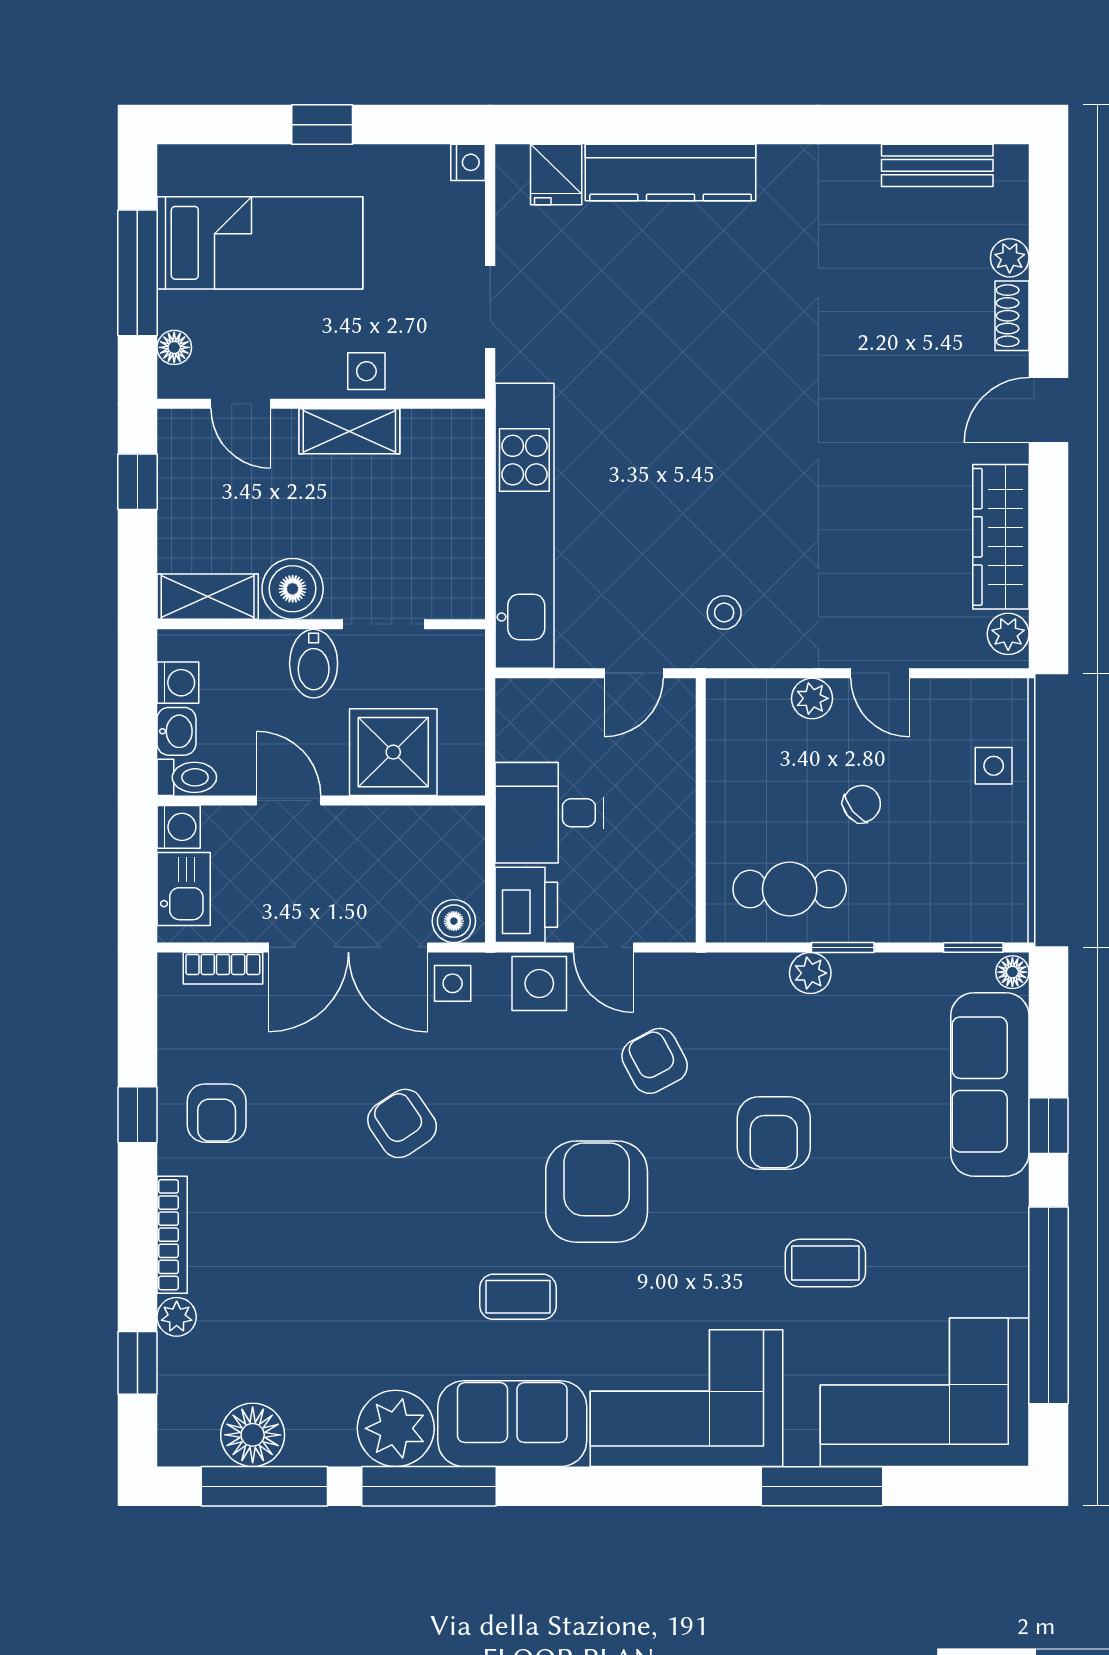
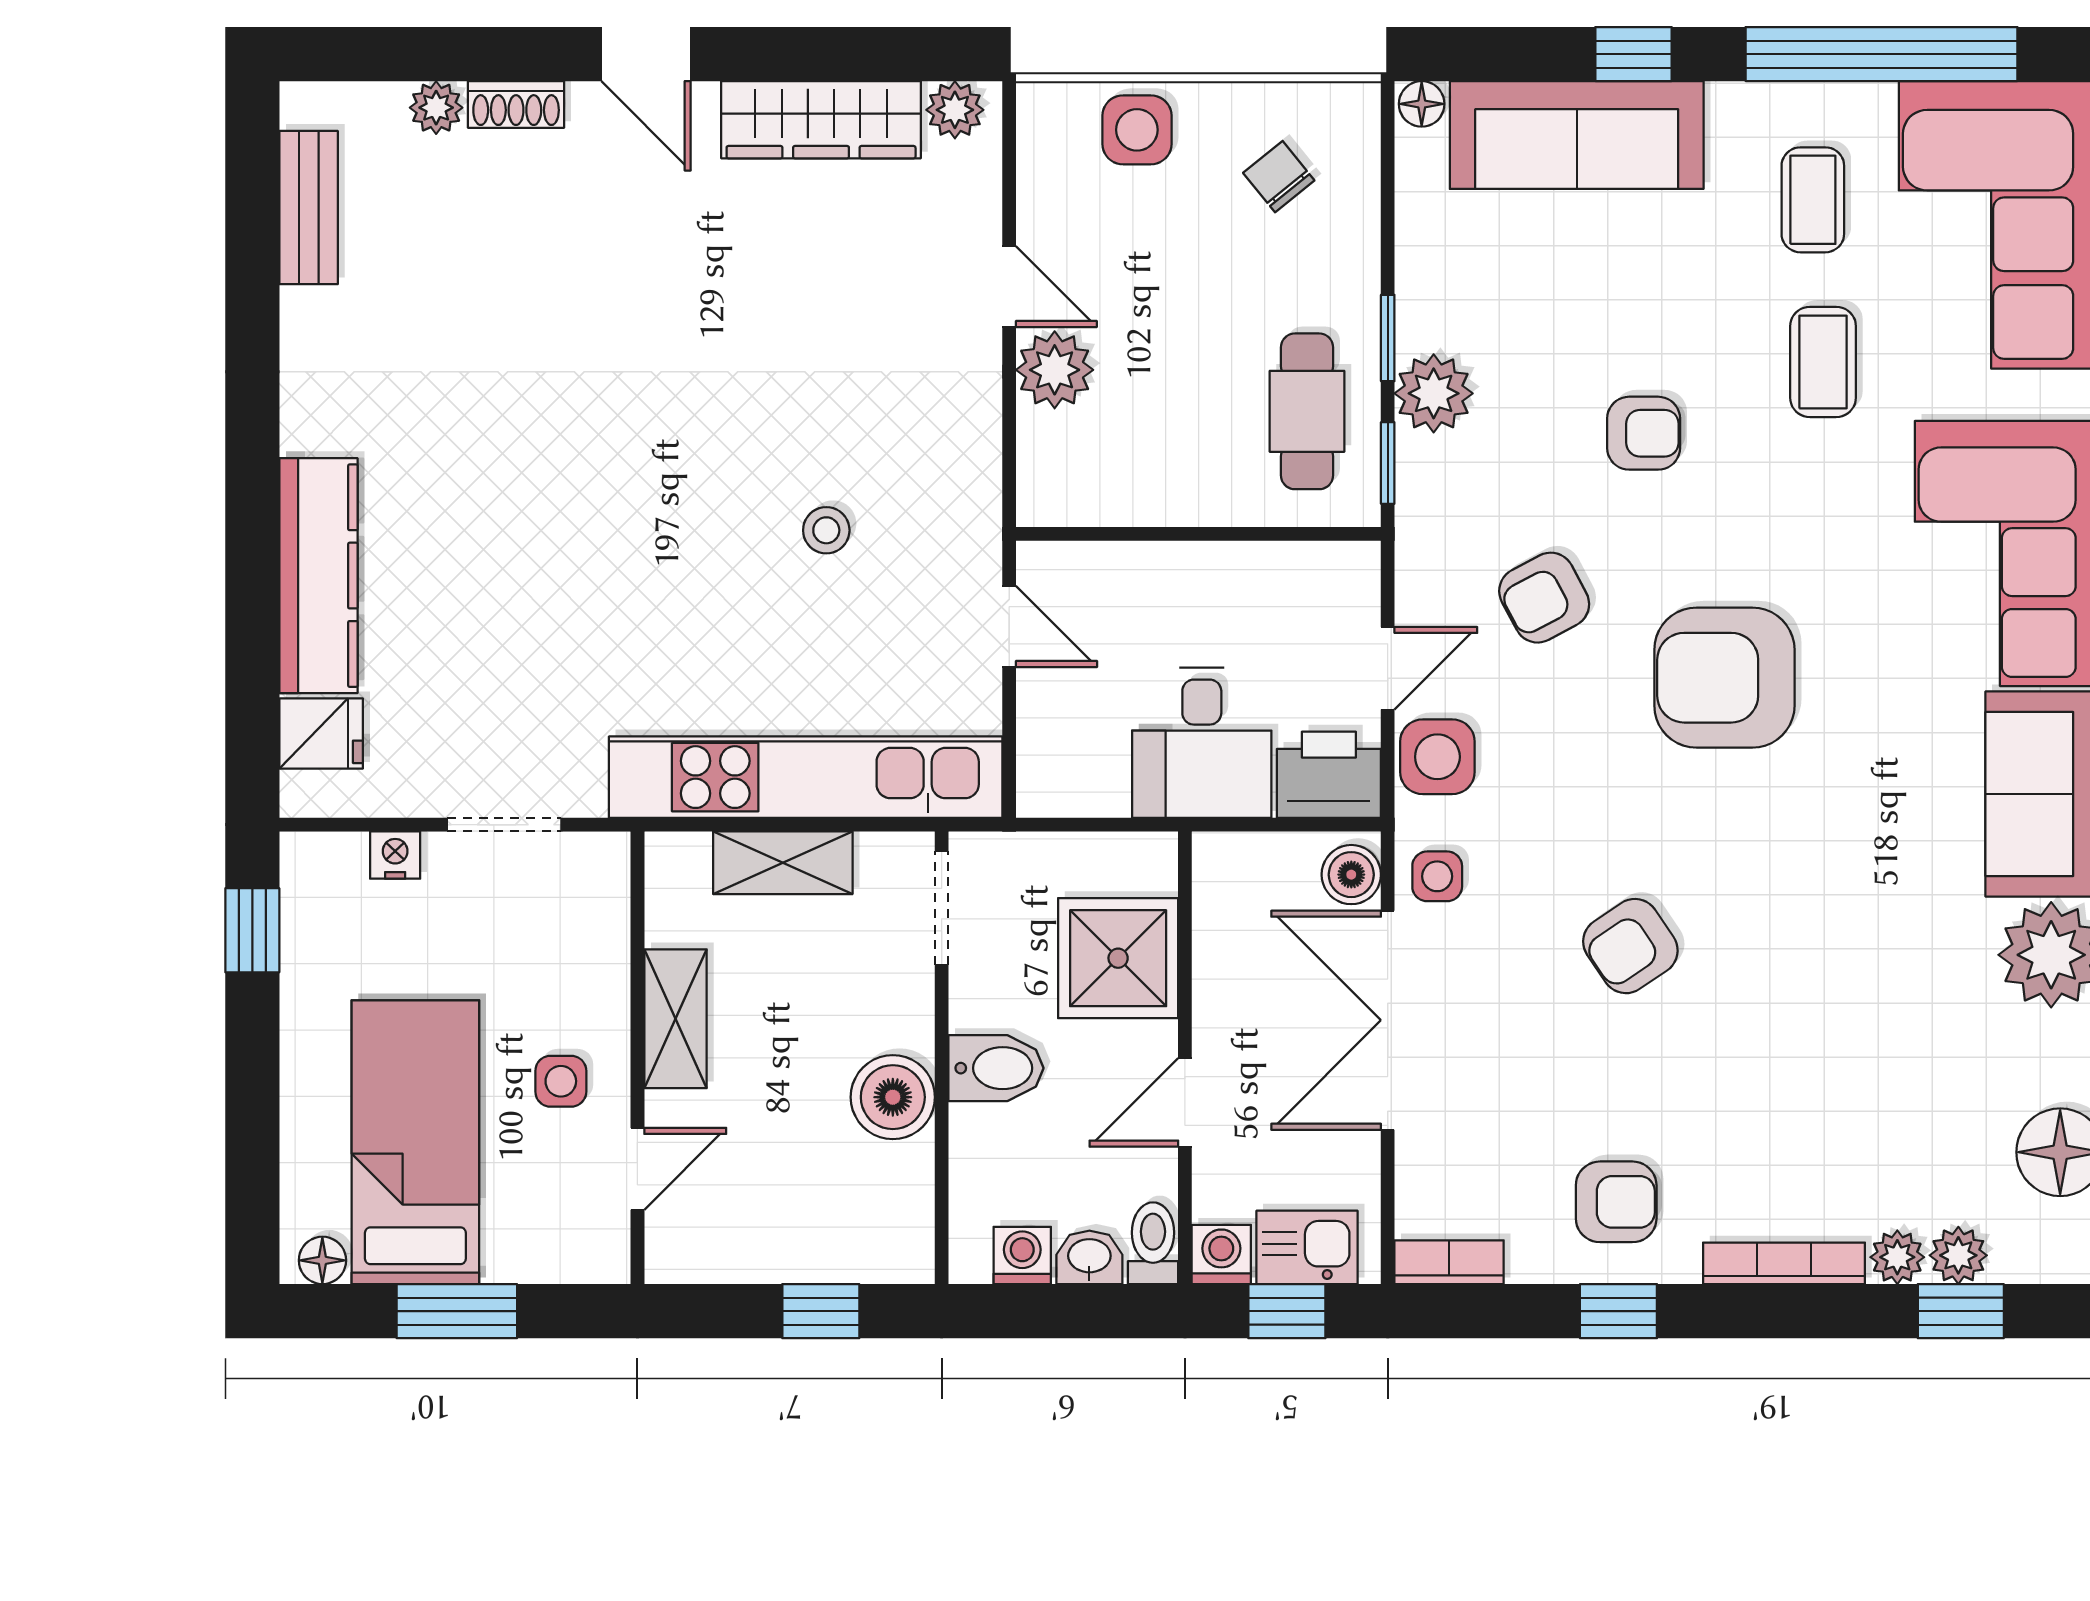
window: (322, 125) -> (252, 930), moved
nightstand: (468, 162) -> (395, 855), moved
window: (137, 273) -> (457, 1311), width x0.69
floor lamp: (174, 347) -> (322, 1260), moved
side table: (366, 371) -> (561, 1081), moved
window: (137, 482) -> (821, 1311), moved
shelving: (208, 597) -> (783, 863), moved, turned 90
stool: (724, 613) -> (826, 530), moved
doorway: (383, 624) -> (942, 908), moved
door: (880, 673) -> (1009, 287), hinge flipped
plant: (812, 698) -> (1055, 370), width x1.38, depth x1.38
side table: (994, 766) -> (1137, 130), width x1.37, depth x1.37
chair: (862, 804) -> (1279, 177), moved
window: (137, 874) -> (1287, 1311), added
double door: (348, 947) -> (1388, 1020), swing flipped
window: (973, 947) -> (1388, 463), moved
bookcase: (223, 968) -> (1449, 1262), moved, turned -90
plant: (810, 973) -> (1434, 393), width x1.38, depth x1.38
armchair: (774, 1133) -> (1644, 433), width x0.72, depth x0.72
coffee table: (518, 1297) -> (1813, 200), moved
plant: (178, 1361) -> (1958, 1255), added

